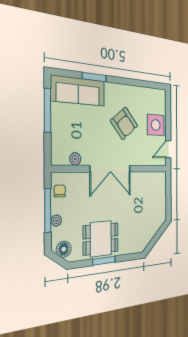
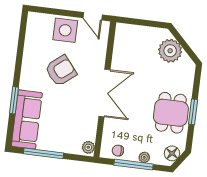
plant: (75, 159) -> (88, 147), moved
plant: (151, 226) -> (170, 51), added

